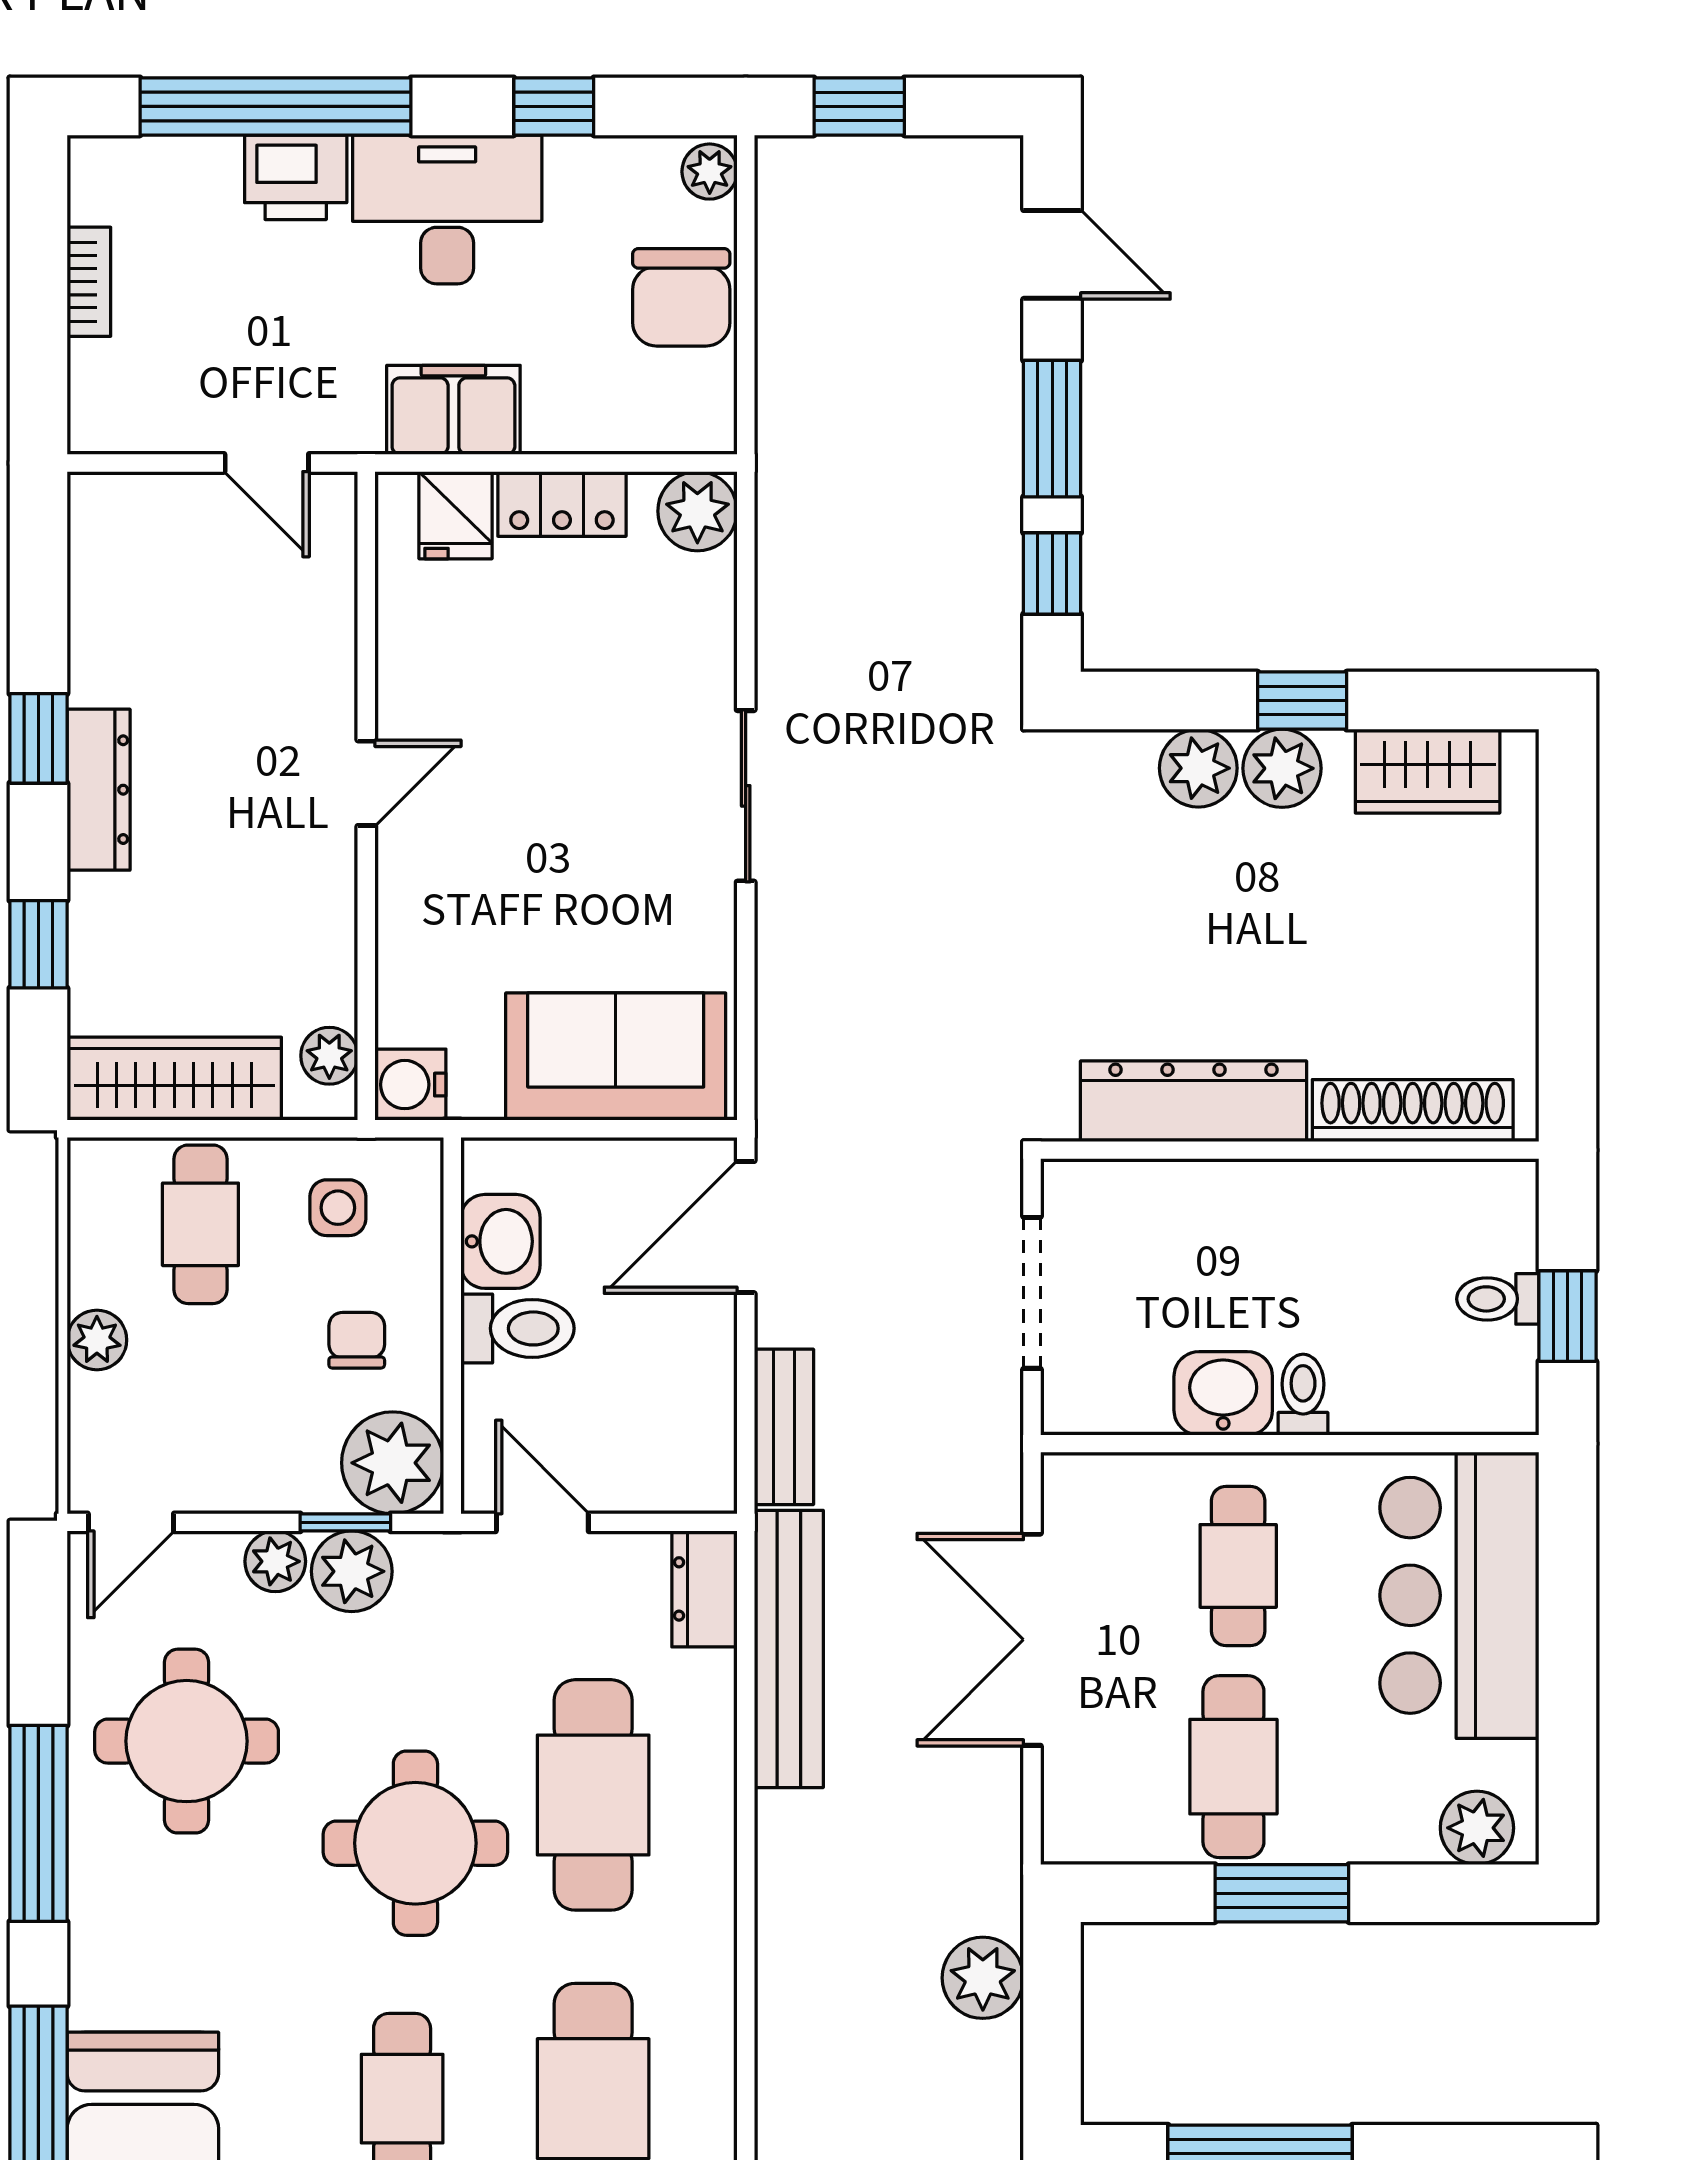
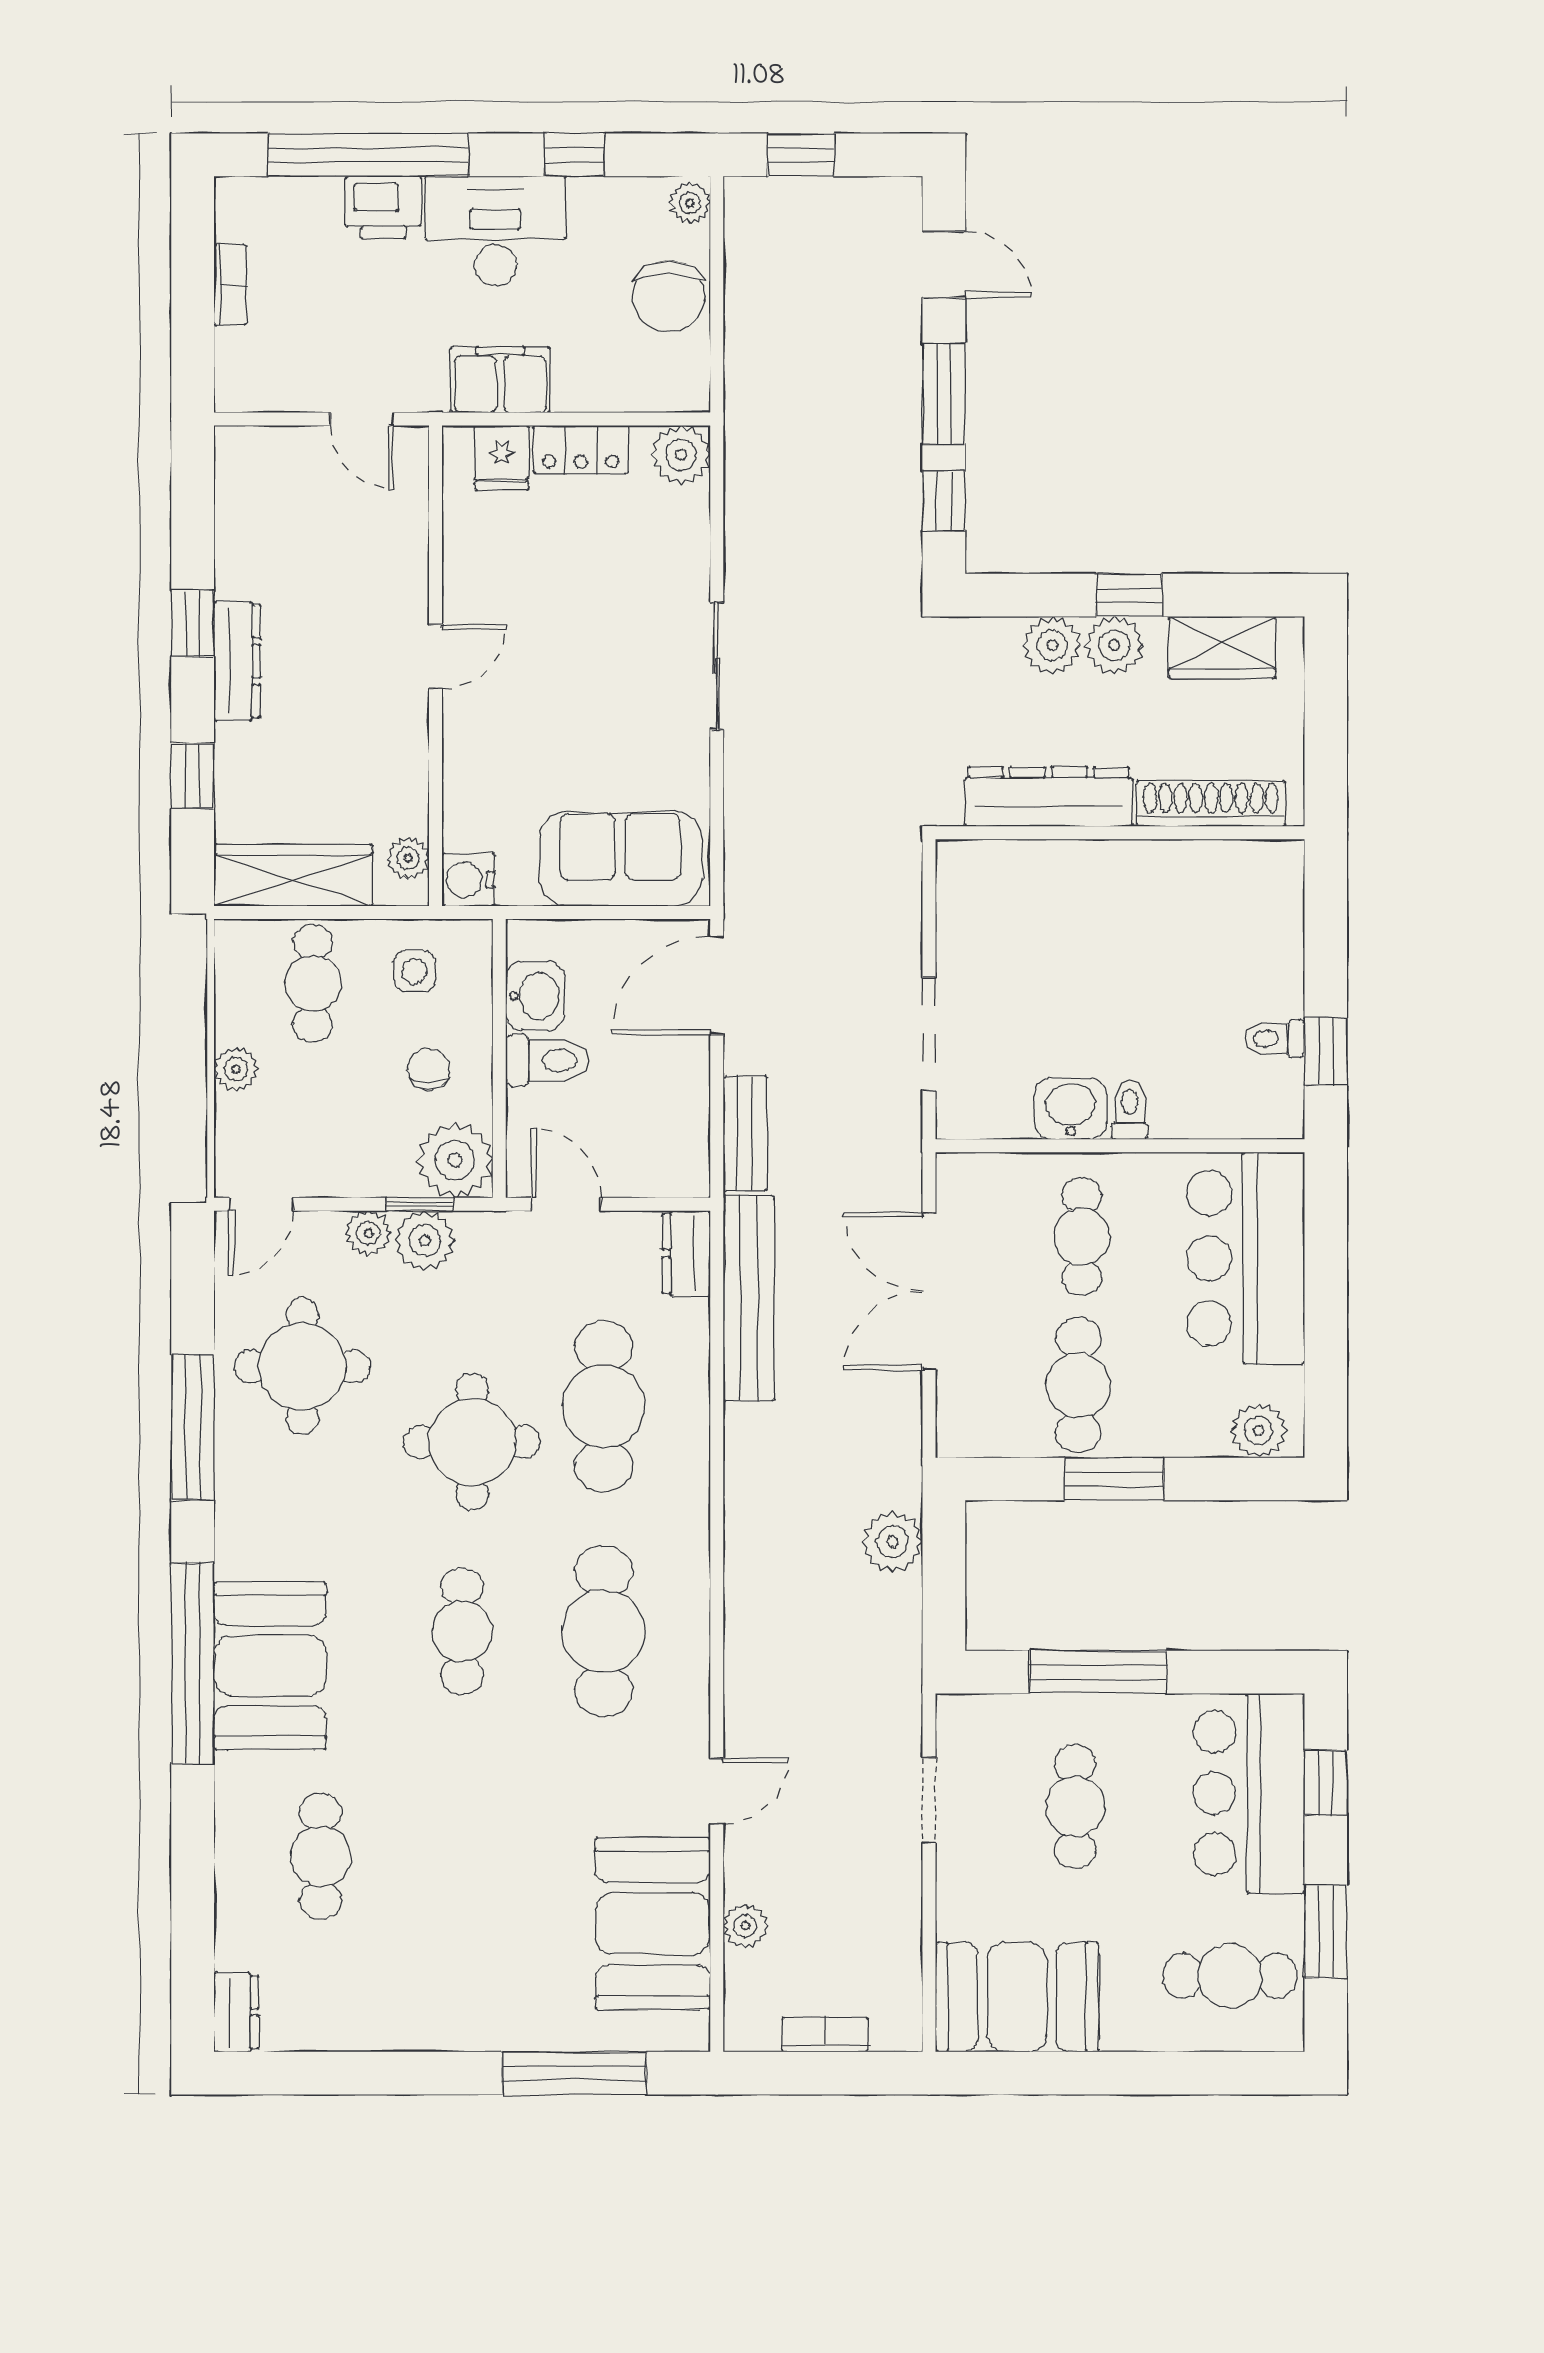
dresser: (1194, 1101) -> (1049, 797), moved
shoe rack: (1413, 1111) -> (1211, 804), moved
wall: (1290, 1150) -> (1120, 833), moved

